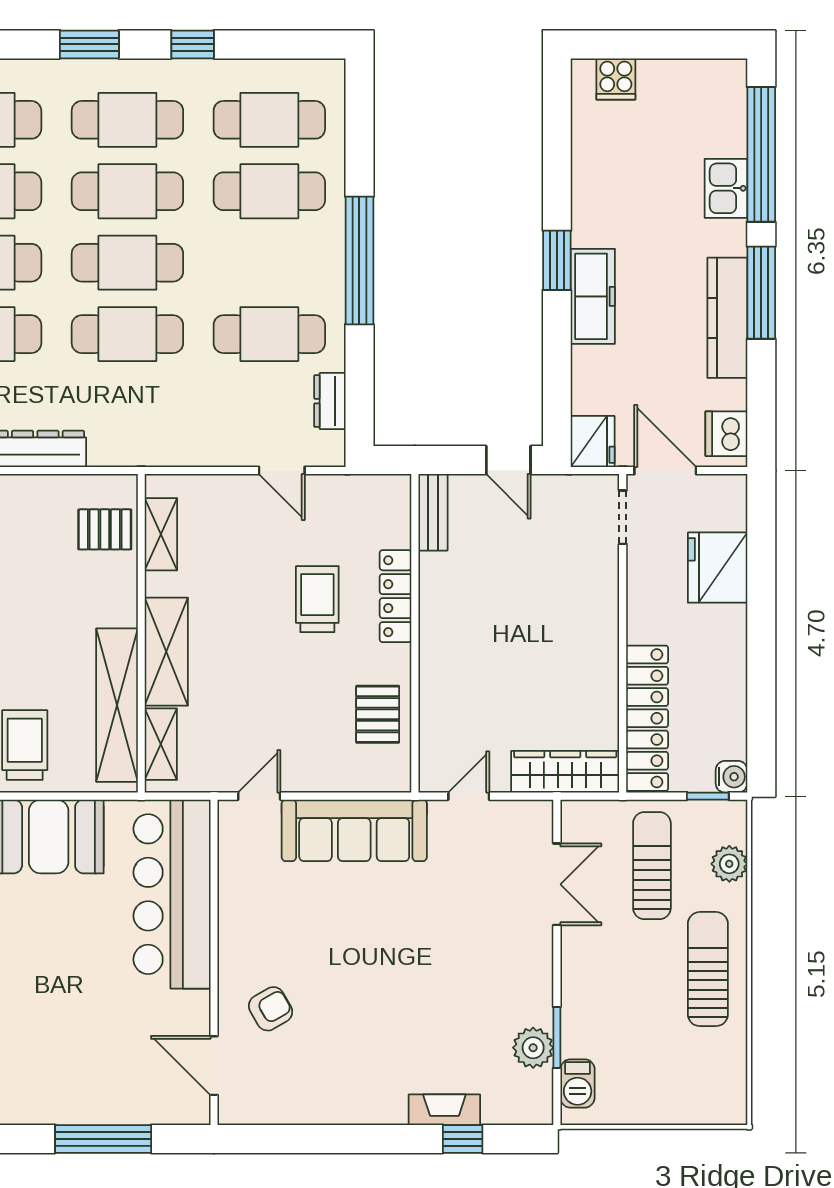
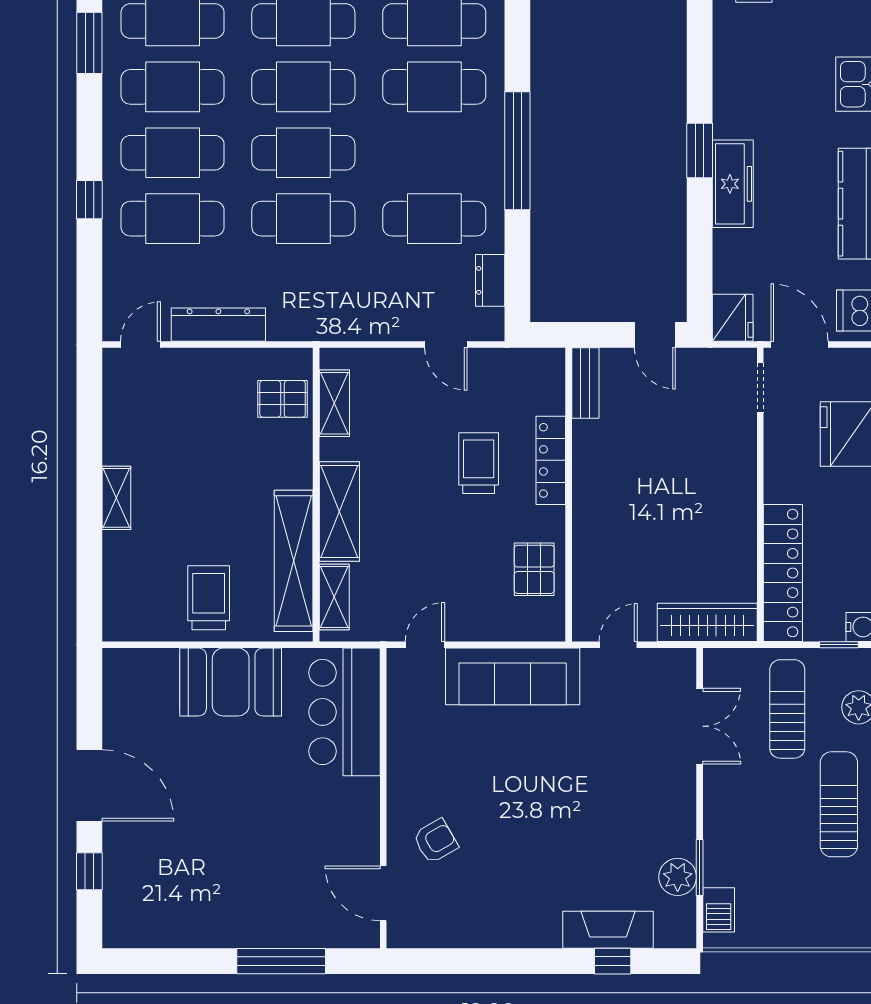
bar counter: (172, 894) -> (345, 712), width x0.73
fireplace: (444, 1110) -> (608, 930), width x1.37, depth x1.32

